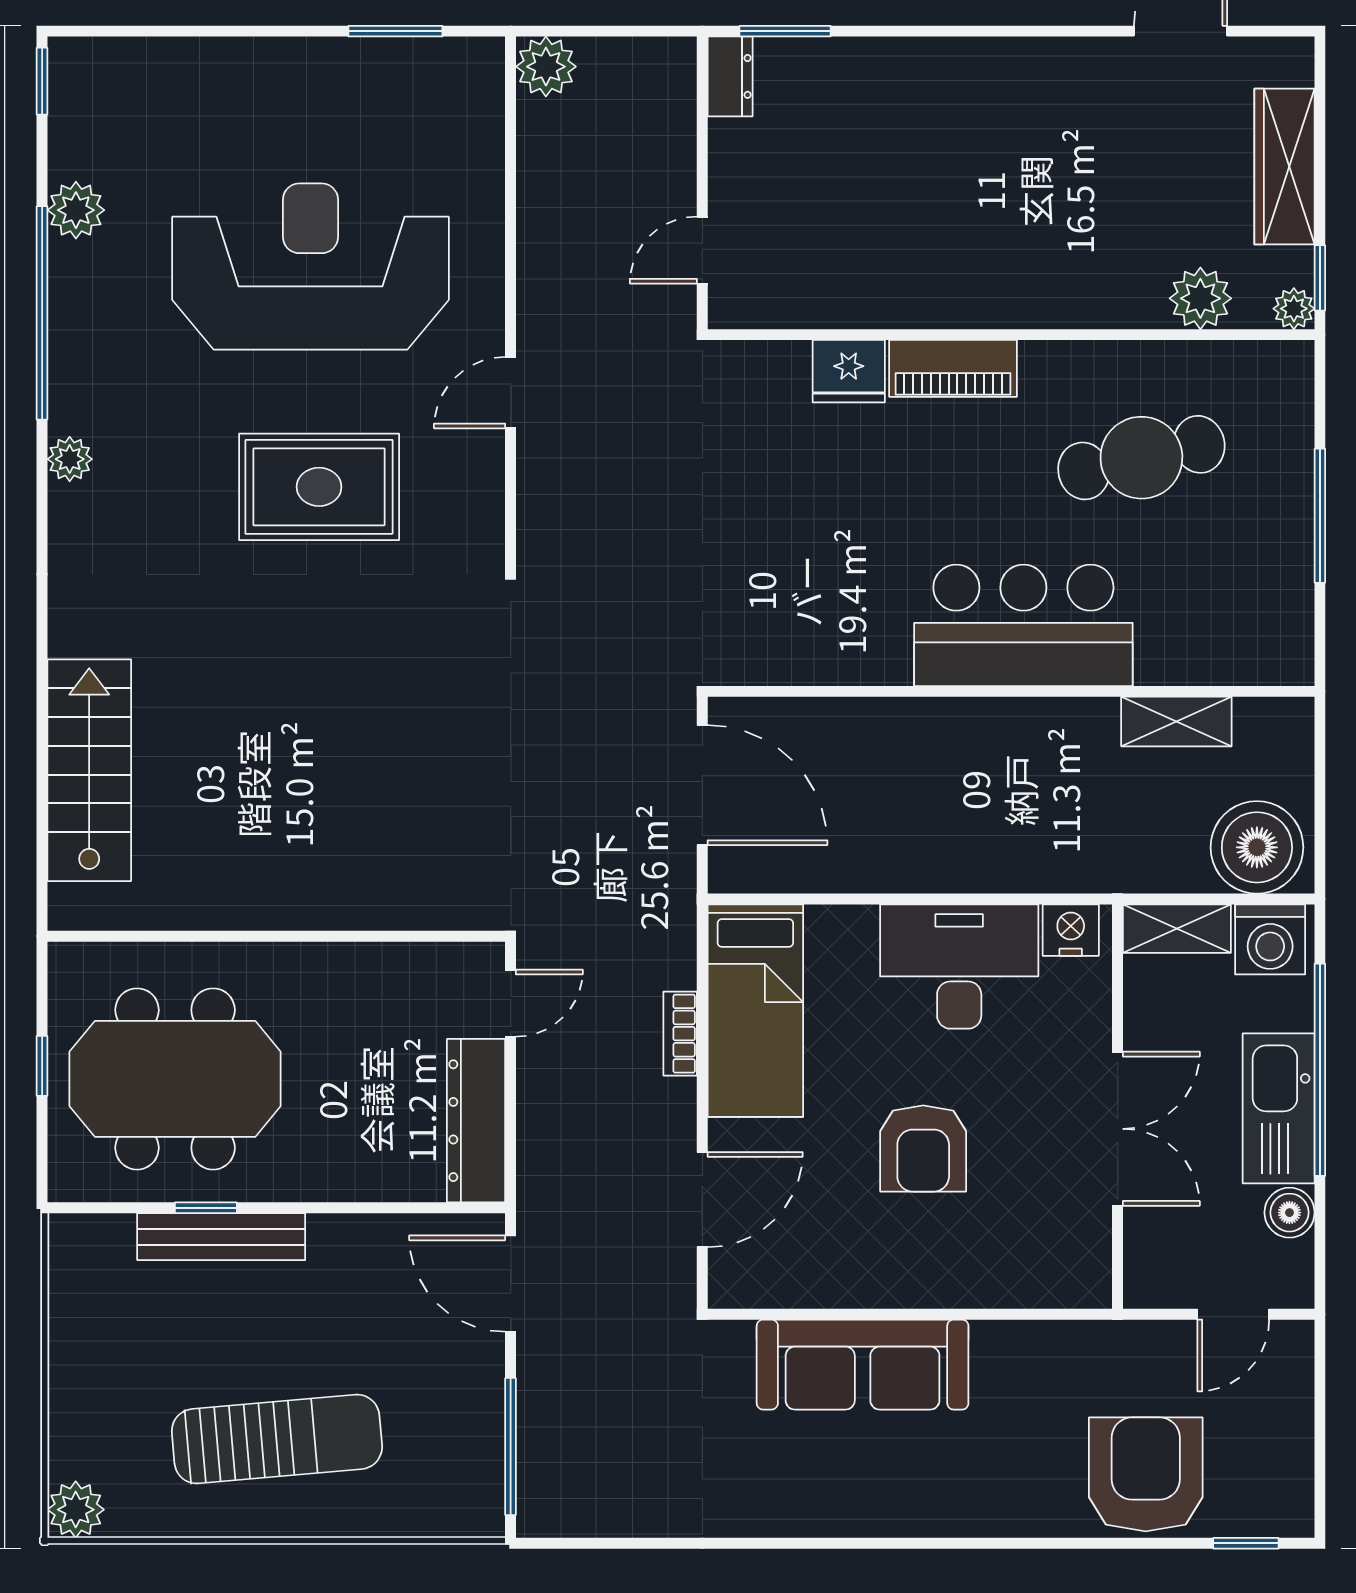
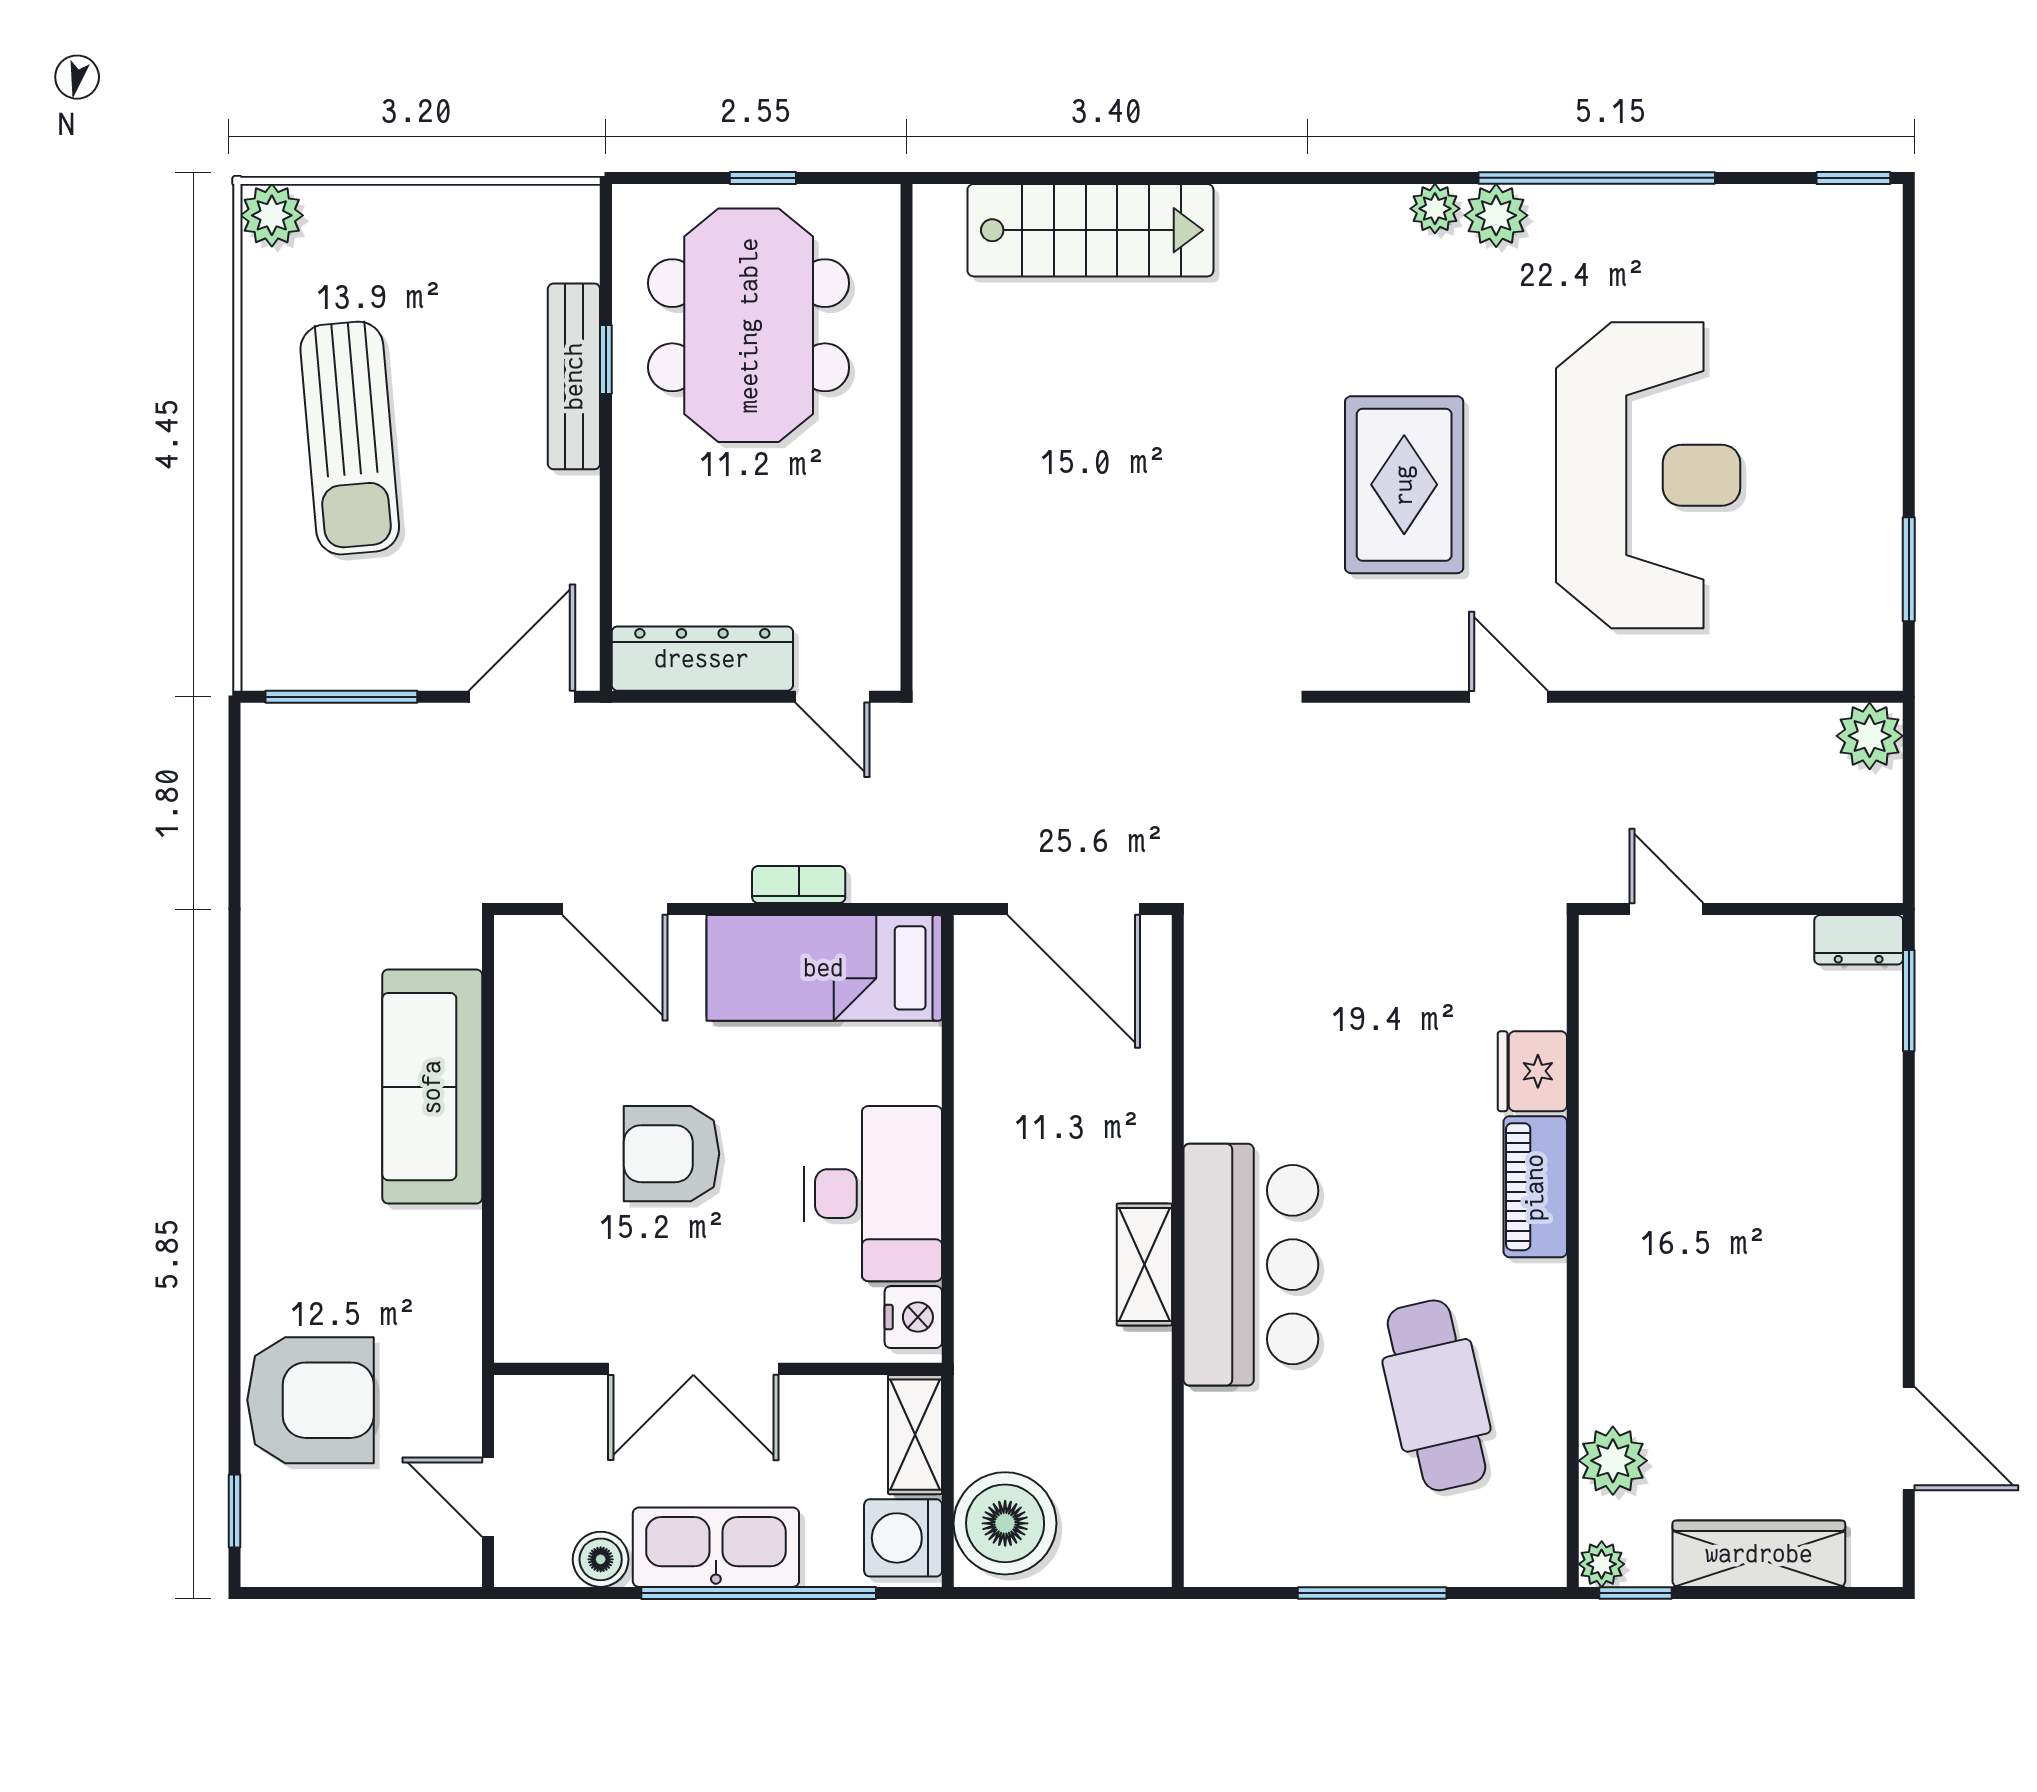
plant: (76, 210) -> (1496, 215), moved
shelving: (1176, 722) -> (1144, 1264), moved
door: (702, 785) -> (1074, 909), hinge flipped

